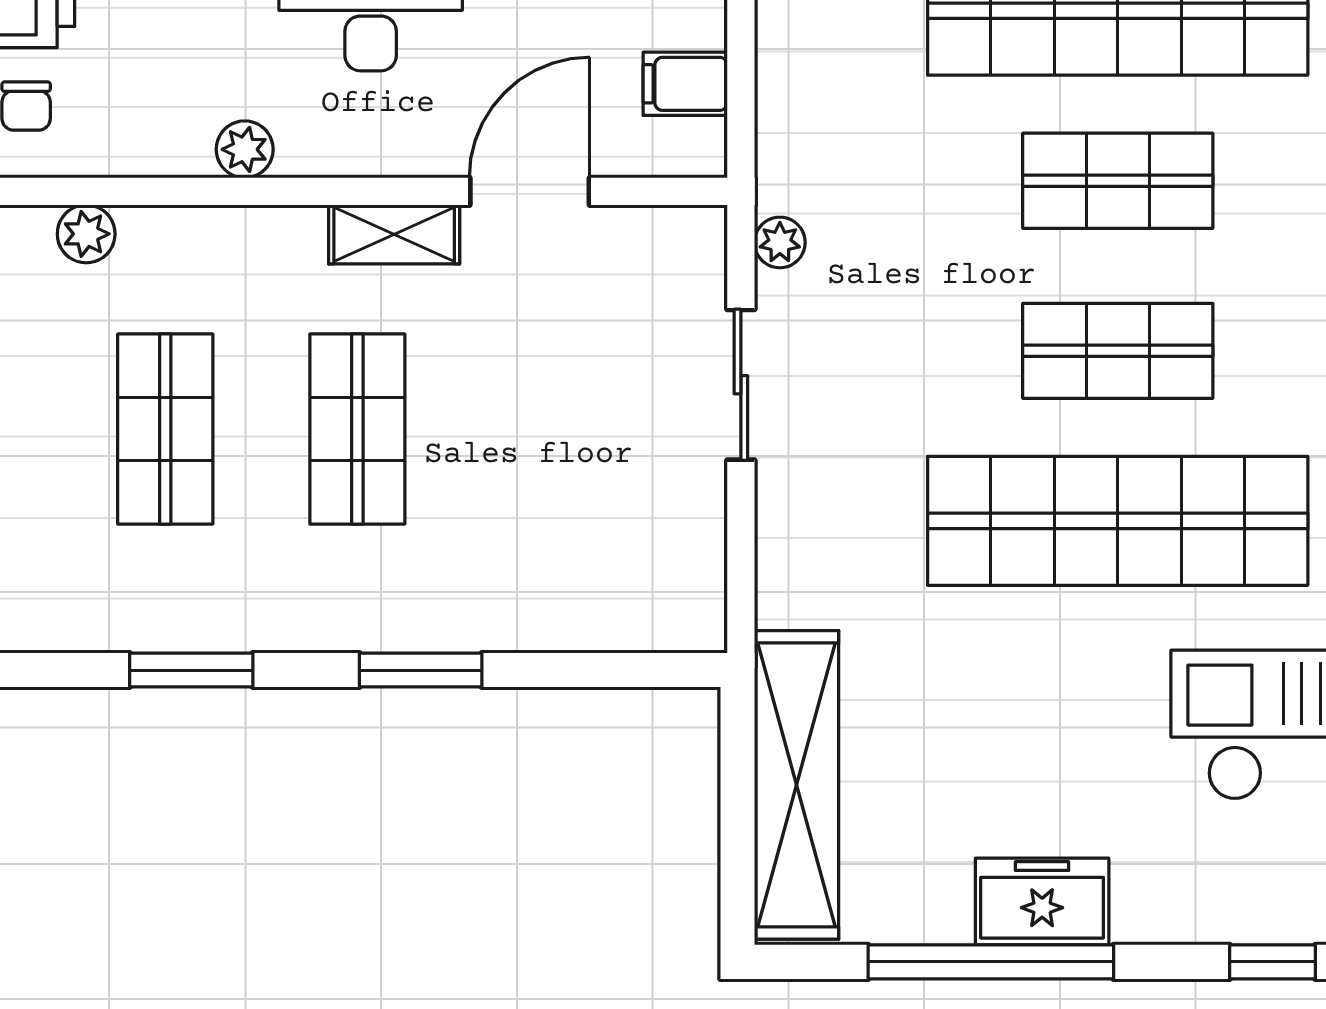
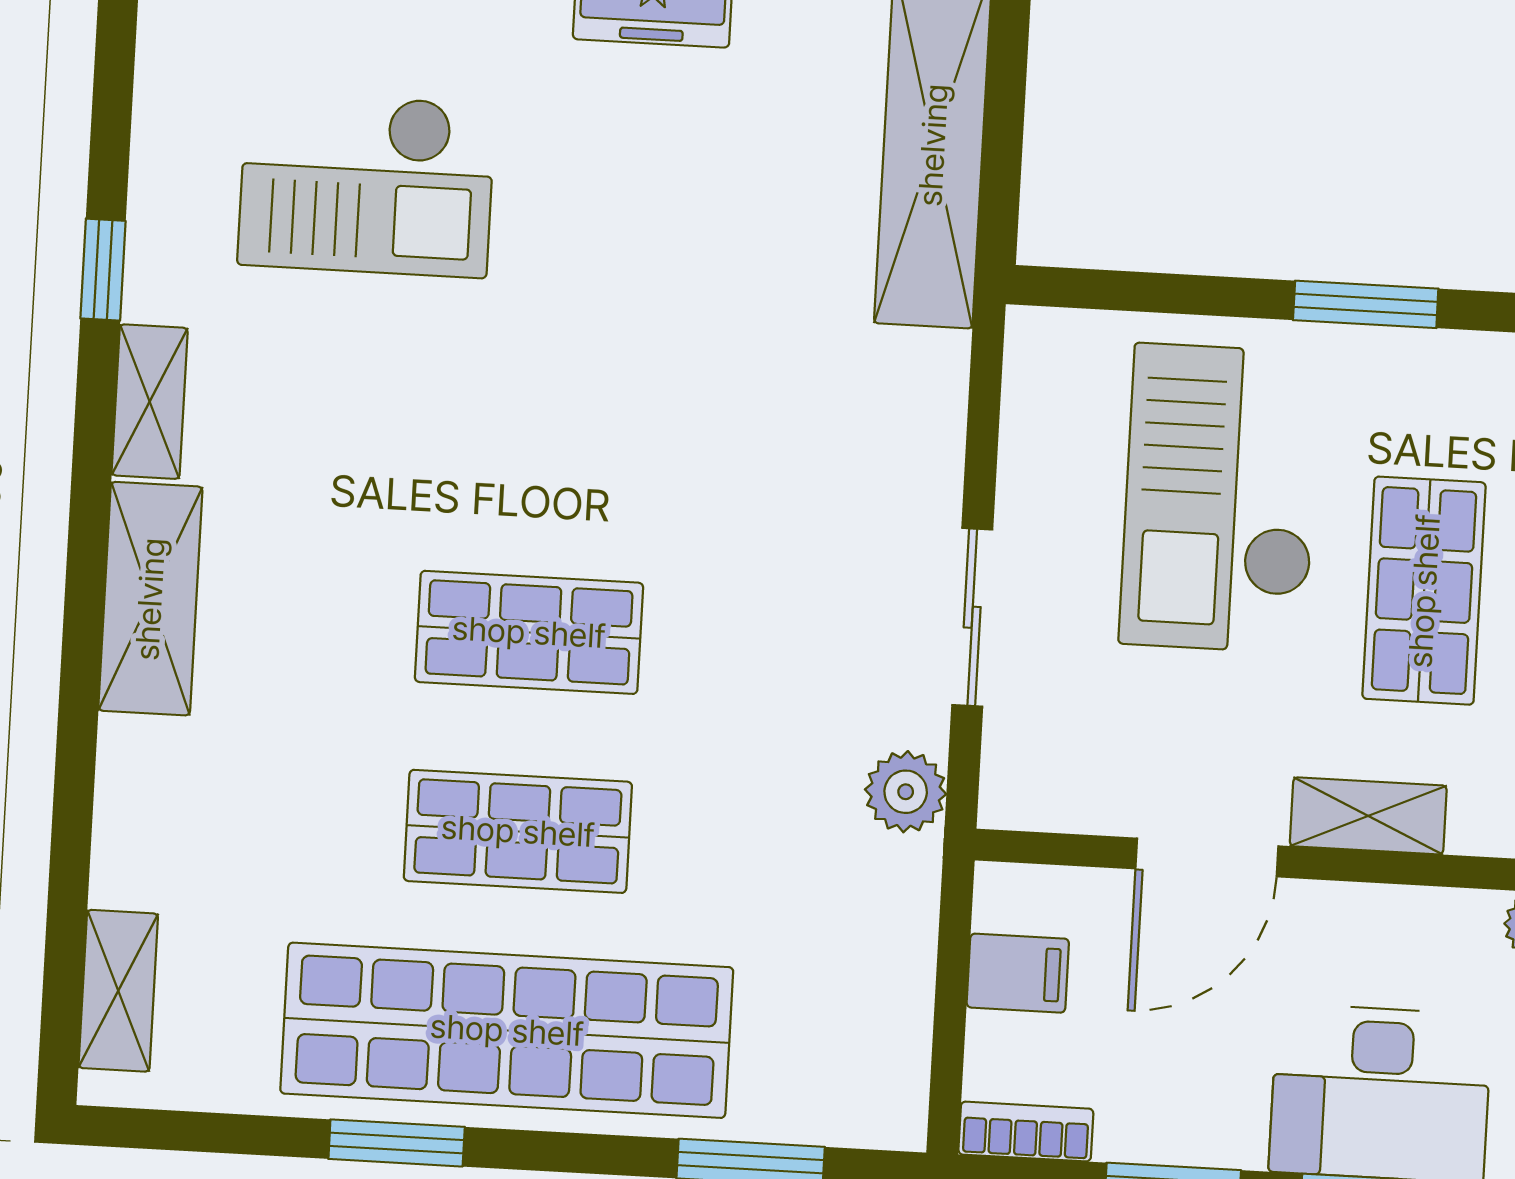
plant: (780, 242) -> (906, 792), width x1.38, depth x1.38
checkout: (535, 498) -> (1220, 498), added
shop shelf: (1118, 521) -> (540, 433), removed

